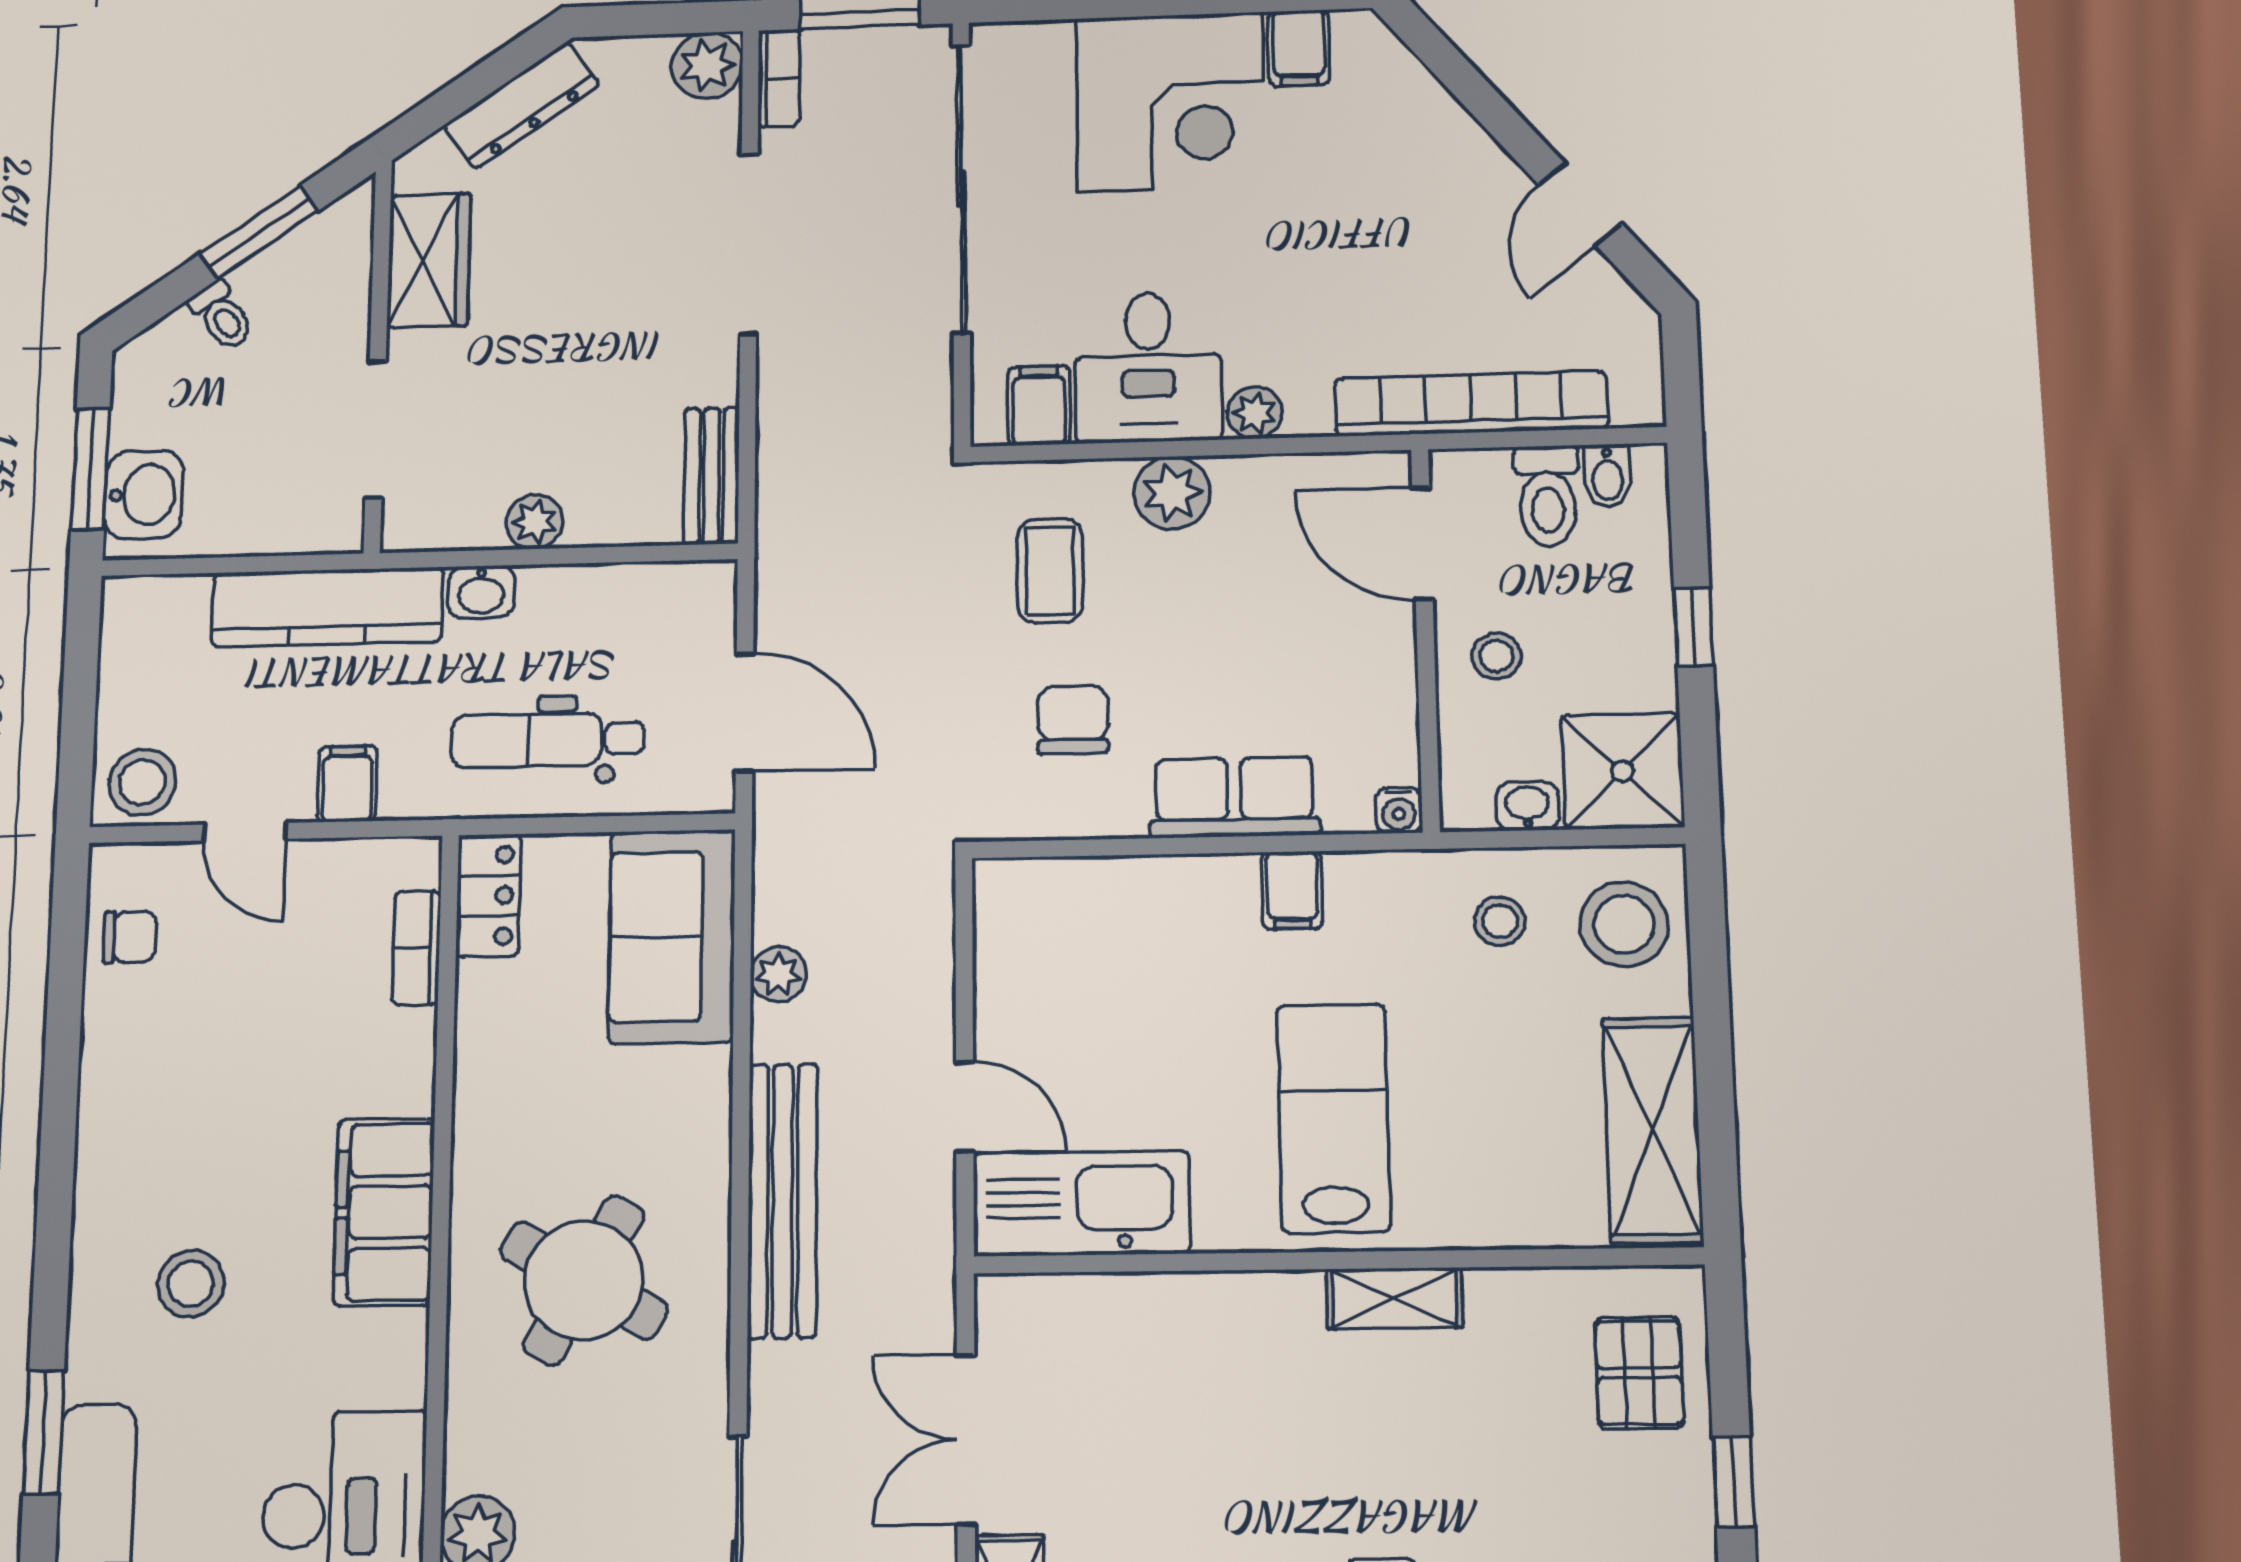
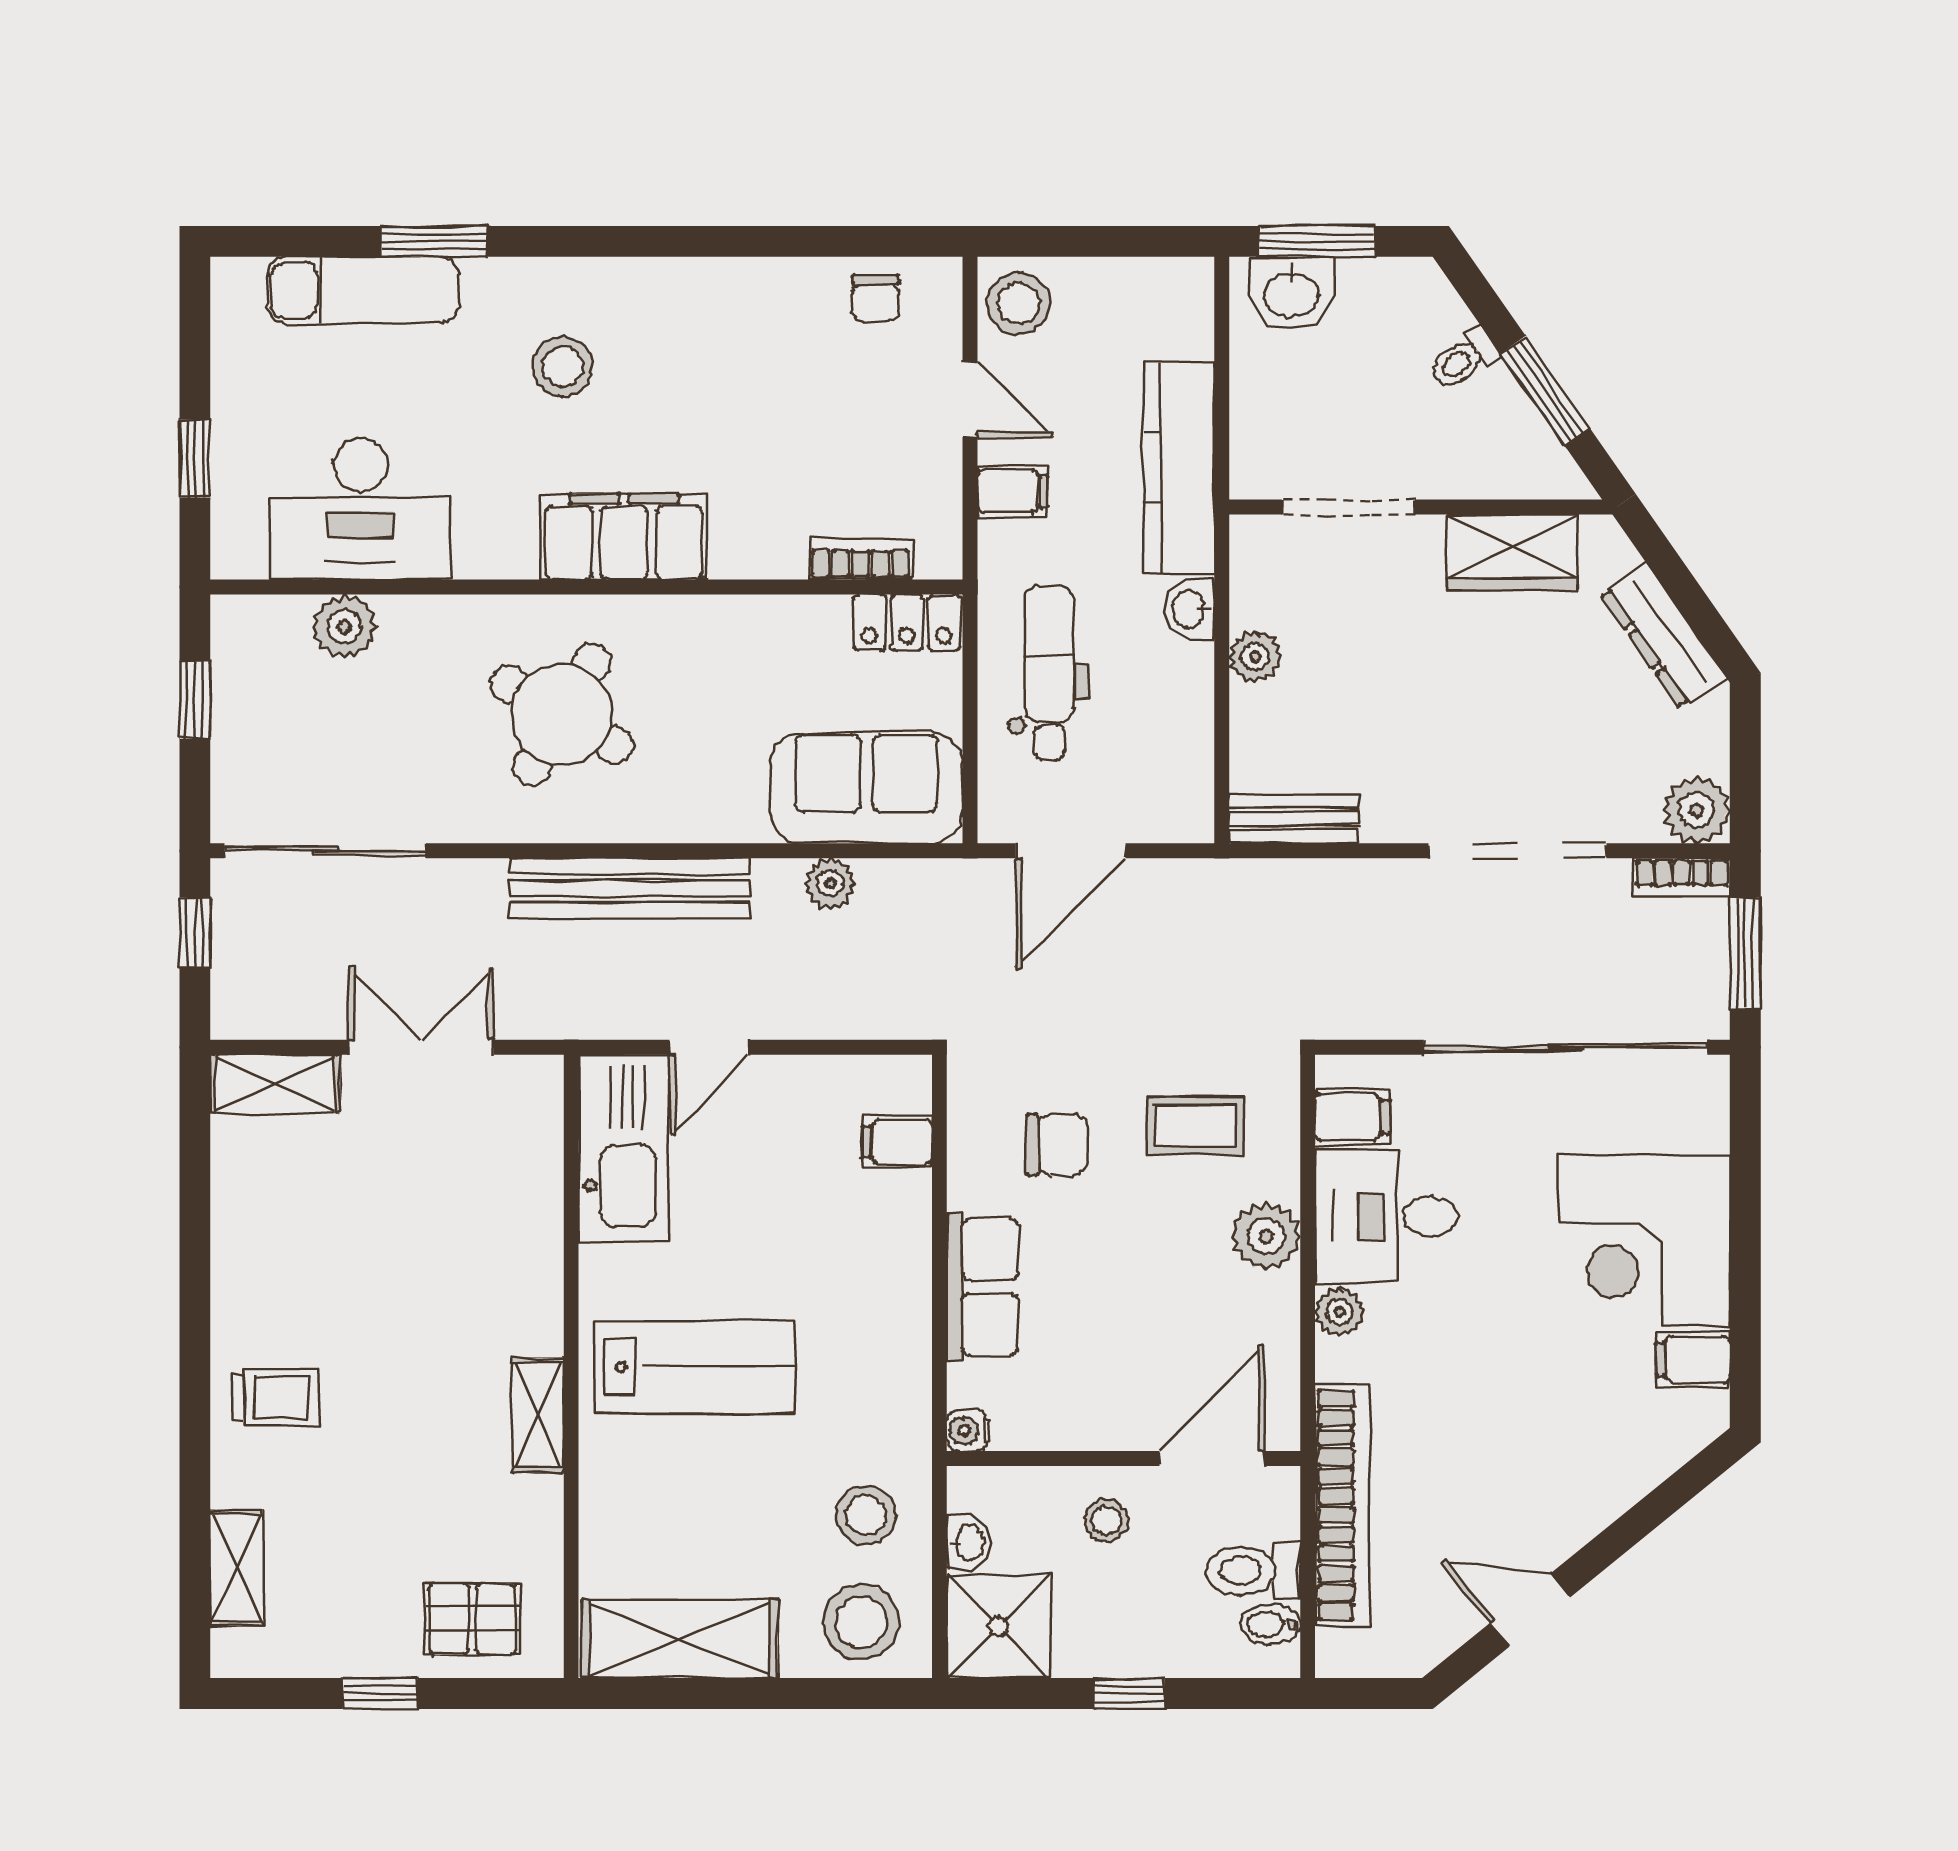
door: (245, 832) -> (970, 399), swing flipped
filing cabinet: (1292, 890) -> (897, 1142), moved
stool: (1500, 921) -> (866, 1515), width x1.37, depth x1.37

